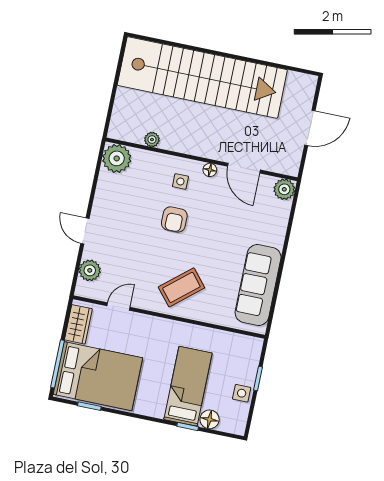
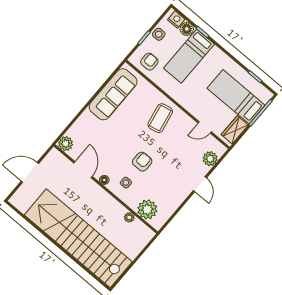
plant: (117, 158) -> (147, 209), moved
coffee table: (181, 287) -> (160, 118), turned -61
armchair: (234, 352) -> (149, 62), added
bed: (98, 376) -> (236, 97), width x0.67
nightstand: (230, 424) -> (176, 19), added

